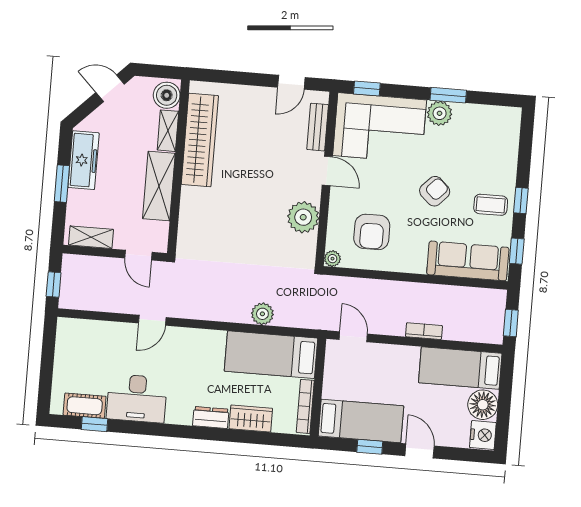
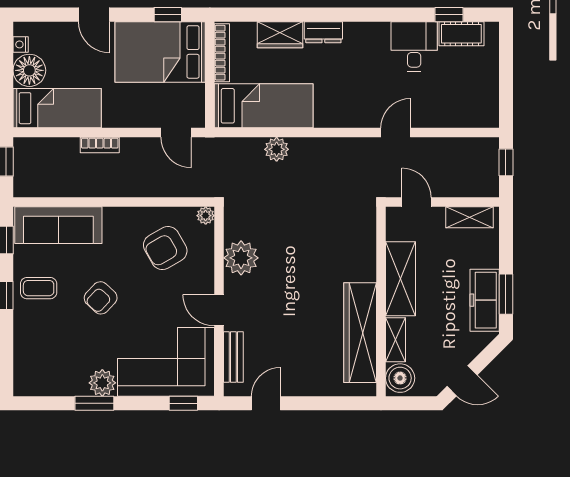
window: (62, 184) -> (506, 294), moved
armchair: (372, 232) -> (165, 248), turned -120
desk: (137, 398) -> (414, 46), width x0.73
bed: (361, 421) -> (160, 52), width x1.50
nightstand: (483, 435) -> (21, 44), width x0.53, depth x0.56
window: (370, 447) -> (168, 15), moved

